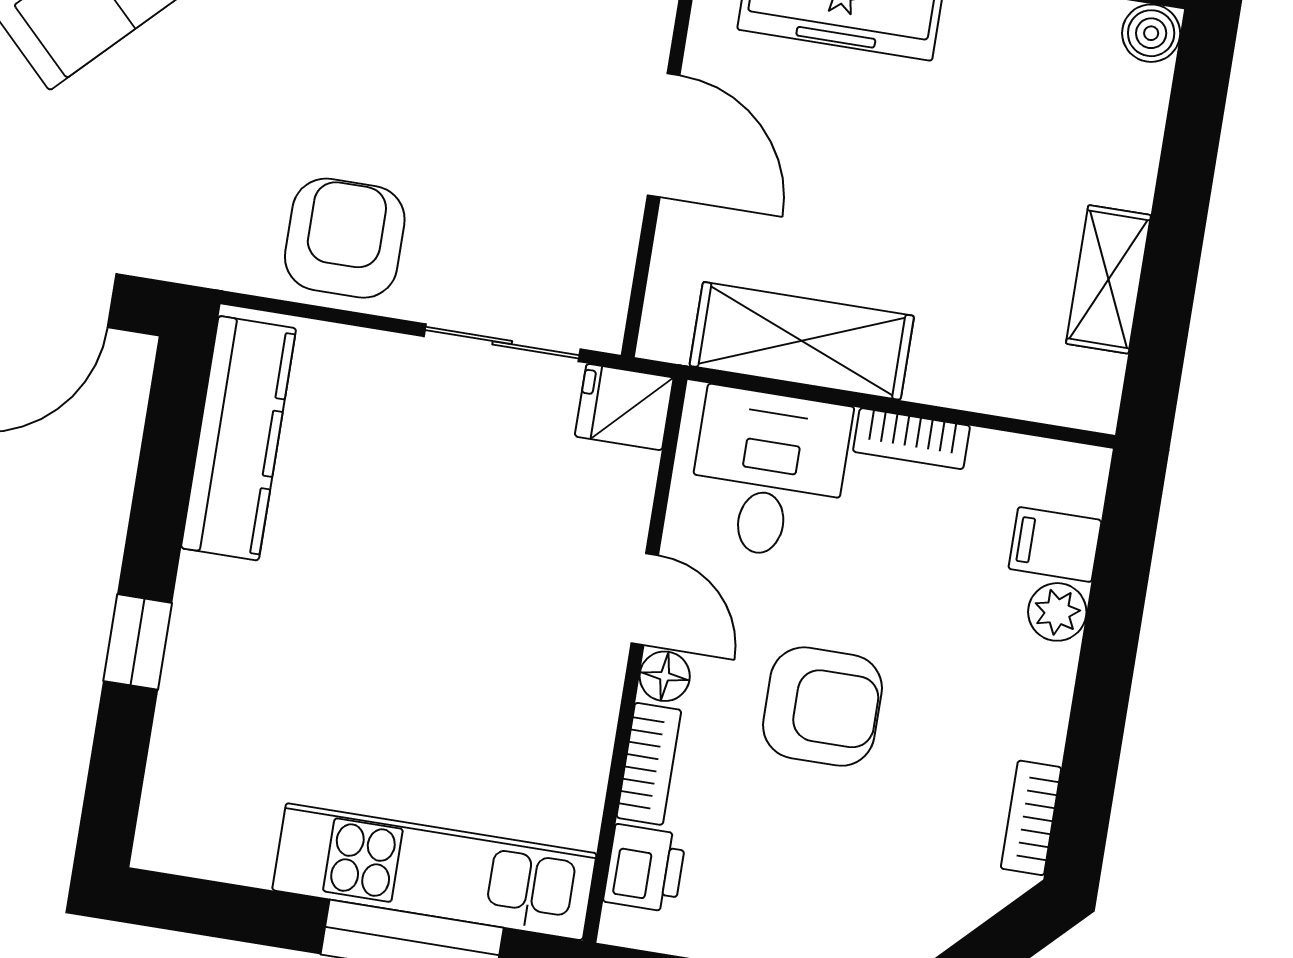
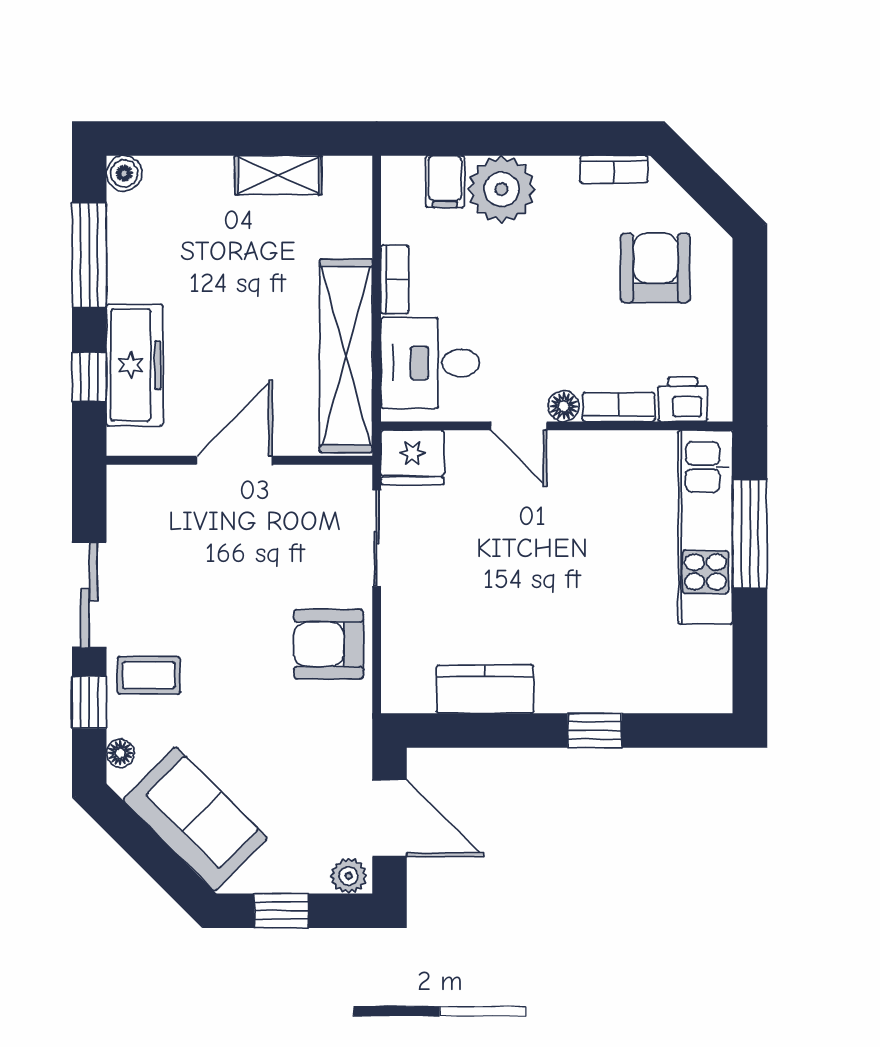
shelving: (802, 341) -> (346, 356), width x1.47
fridge: (624, 407) -> (413, 457), width x1.38
kitchen counter: (239, 438) -> (485, 689), width x0.67
door: (645, 599) -> (519, 426), swing flipped
plant: (1057, 612) -> (501, 189), width x1.87, depth x1.87
armchair: (822, 707) -> (655, 268), moved

